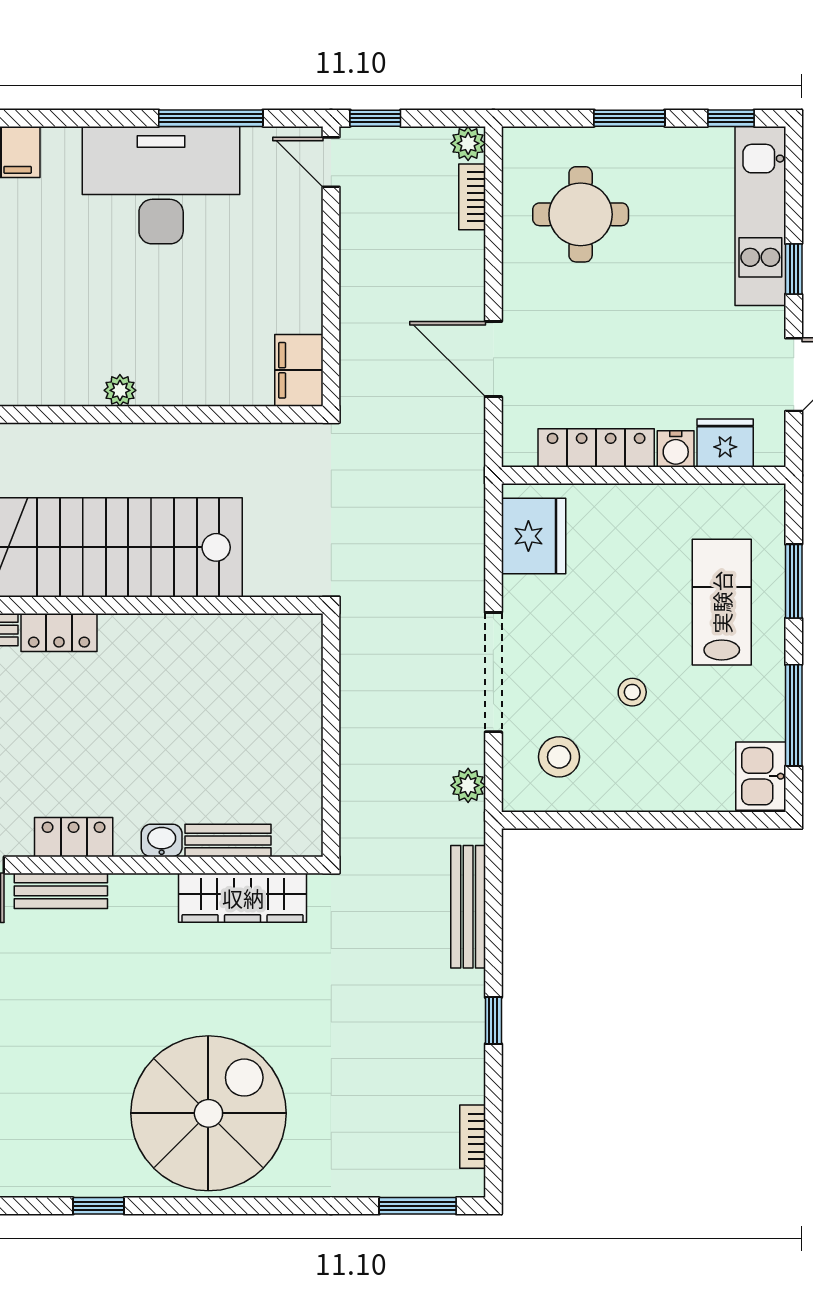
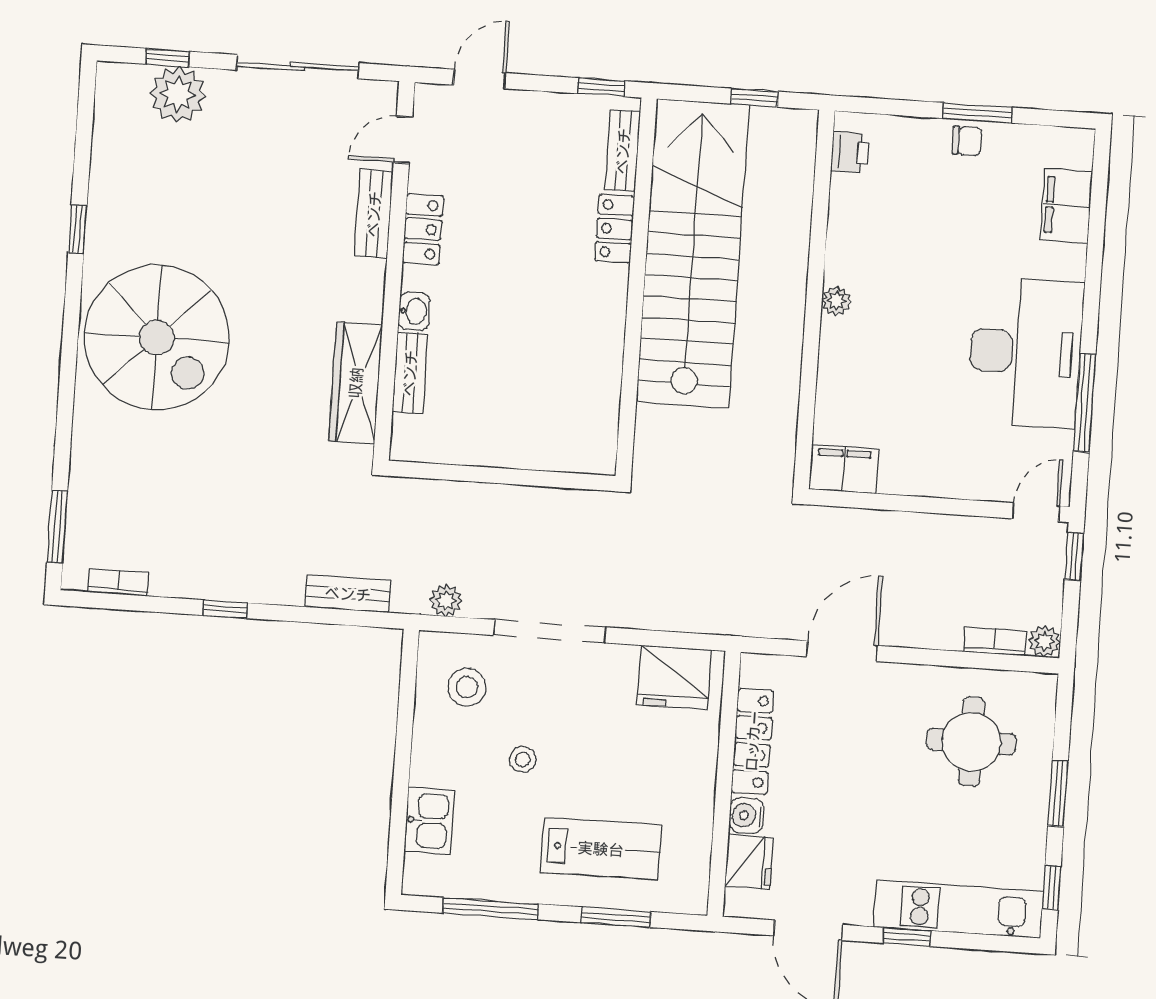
kitchen sink: (761, 776) -> (429, 821), moved, turned 90
bench: (468, 907) -> (348, 594), width x0.73

